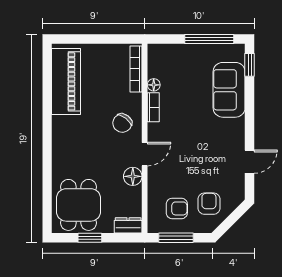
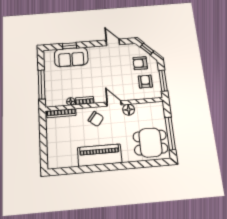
window: (209, 39) -> (41, 84), moved
window: (250, 65) -> (70, 46), moved
piano: (66, 81) -> (100, 155), moved
window: (233, 218) -> (147, 49), added
dresser: (128, 225) -> (159, 110), removed
window: (90, 238) -> (170, 133), width x2.17

